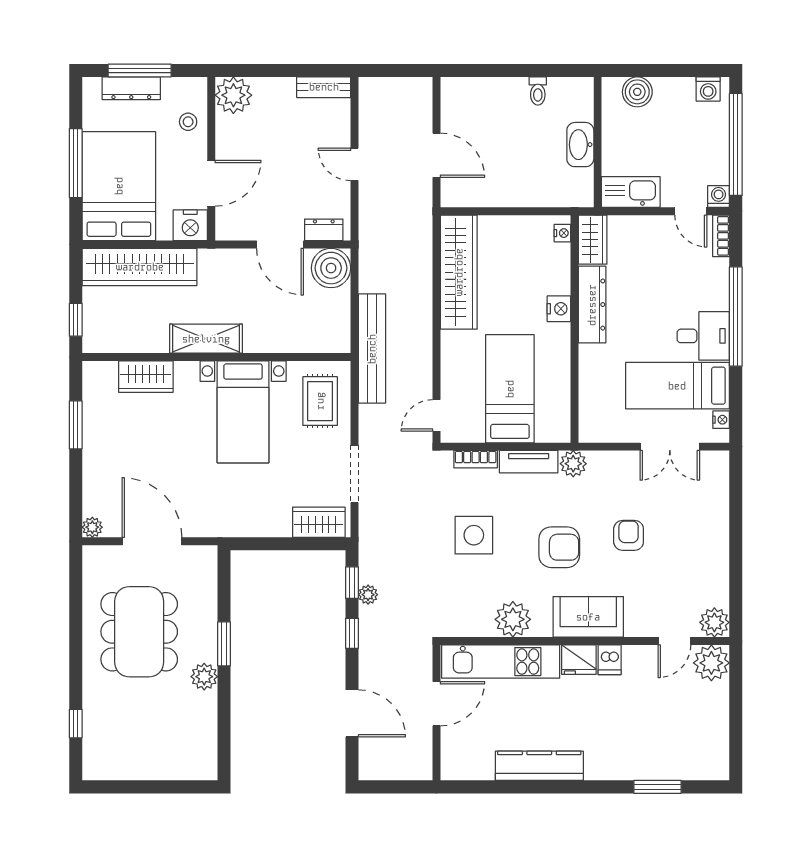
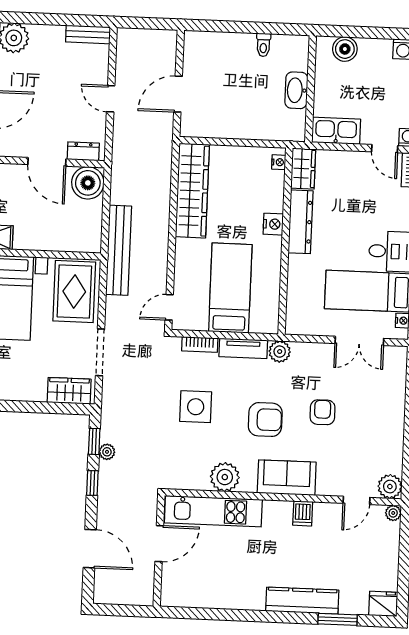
door: (436, 155) -> (178, 94), swing flipped
rug: (320, 401) -> (74, 292), width x1.36, depth x1.43
fridge: (579, 660) -> (383, 604), moved, turned 180
plant: (711, 663) -> (393, 513), width x0.53, depth x0.53
kitchen counter: (539, 766) -> (302, 601), moved

